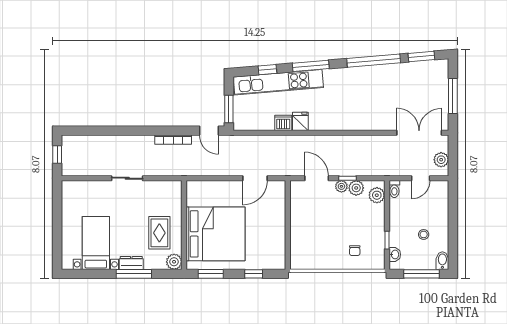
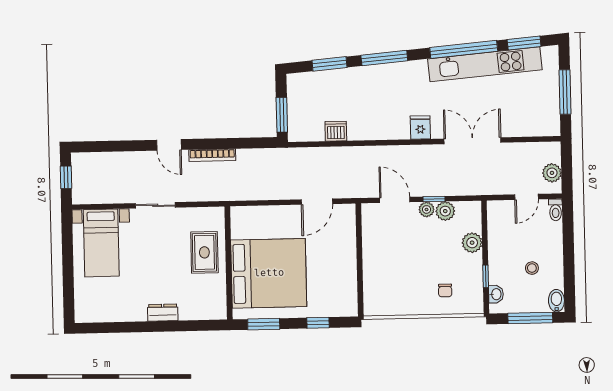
window: (267, 70) -> (330, 64), width x1.50
kitchen unit: (278, 82) -> (485, 64), moved
fridge: (300, 121) -> (420, 127), moved
dishwasher: (283, 123) -> (336, 131), moved
door: (209, 131) -> (169, 145), moved
double door: (419, 133) -> (472, 141), moved
toilet: (394, 189) -> (556, 210), moved
plant: (377, 195) -> (472, 243), moved
rug: (159, 233) -> (204, 252), moved
bed with nightstands: (96, 243) -> (101, 243), moved, turned 180
plant: (174, 262) -> (217, 310), removed
window: (134, 274) -> (166, 326), removed

